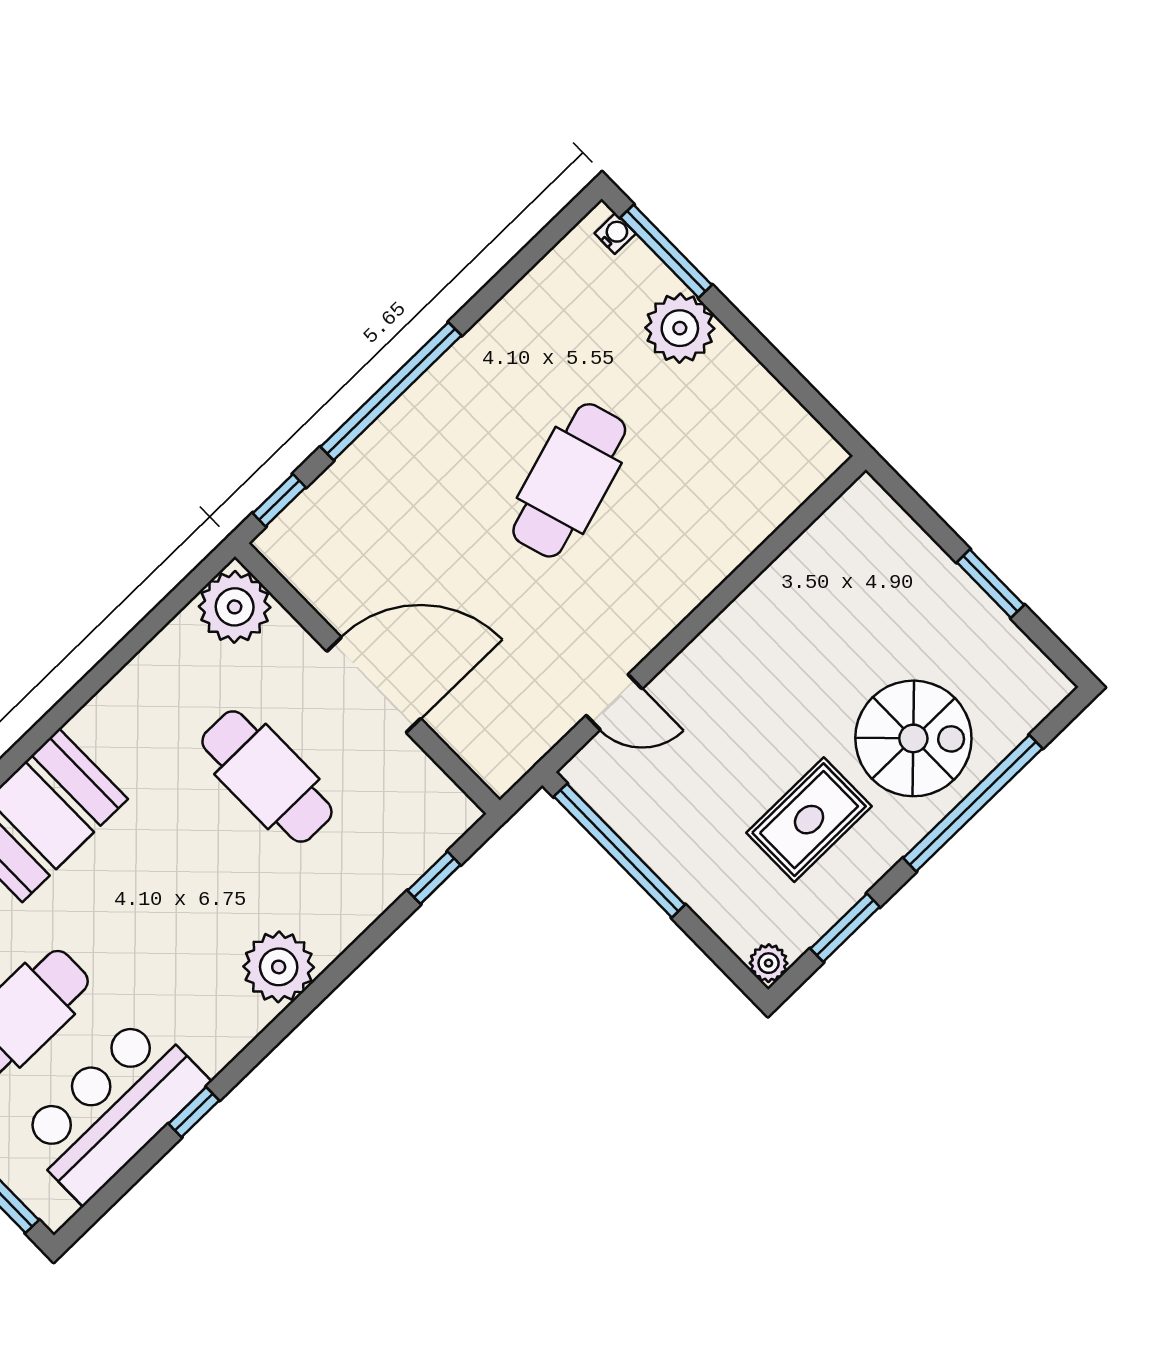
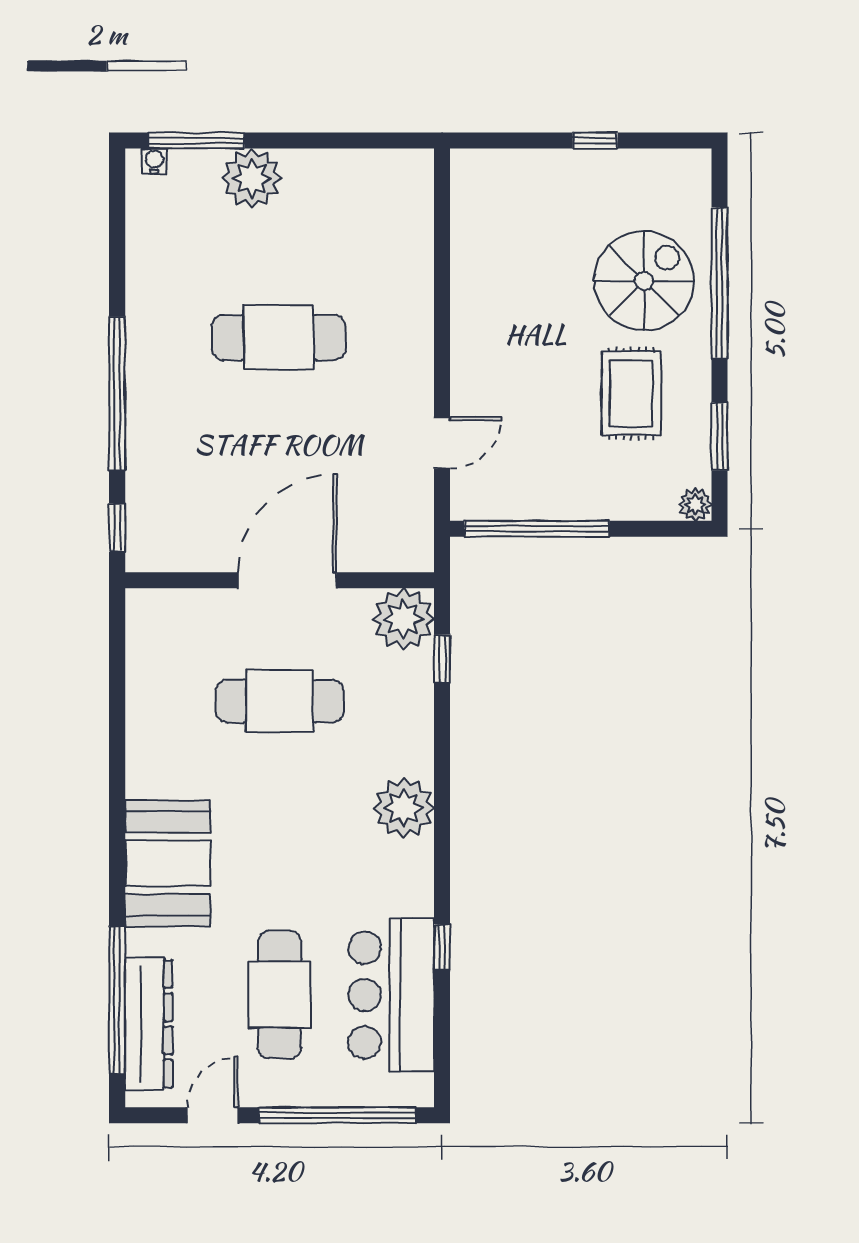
cafe table: (569, 480) -> (279, 337), turned -73
window: (990, 584) -> (595, 140), width x0.67
plant: (235, 607) -> (403, 619), moved

